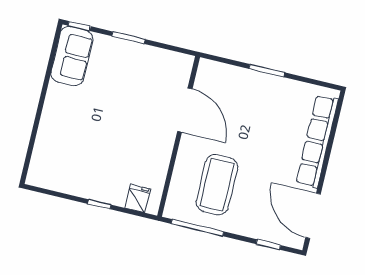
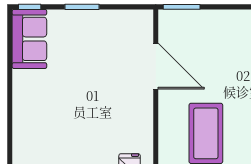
window: (267, 71) -> (182, 7), moved

